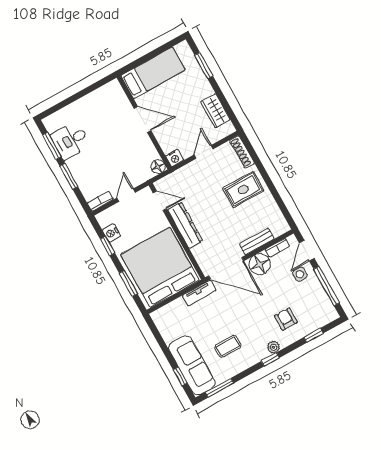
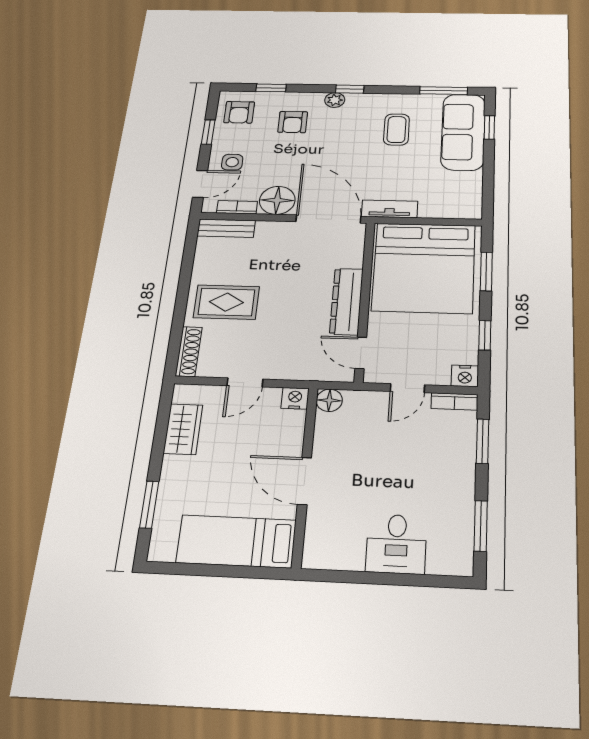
desk: (71, 140) -> (396, 544), moved, turned 90
window: (69, 176) -> (483, 441), moved
nightstand: (111, 233) -> (465, 376), moved, turned 90
bench: (257, 241) -> (226, 228), moved
window: (326, 286) -> (208, 132), width x0.46
armchair: (319, 309) -> (239, 112), added
coffee table: (228, 346) -> (397, 129), turned 90

